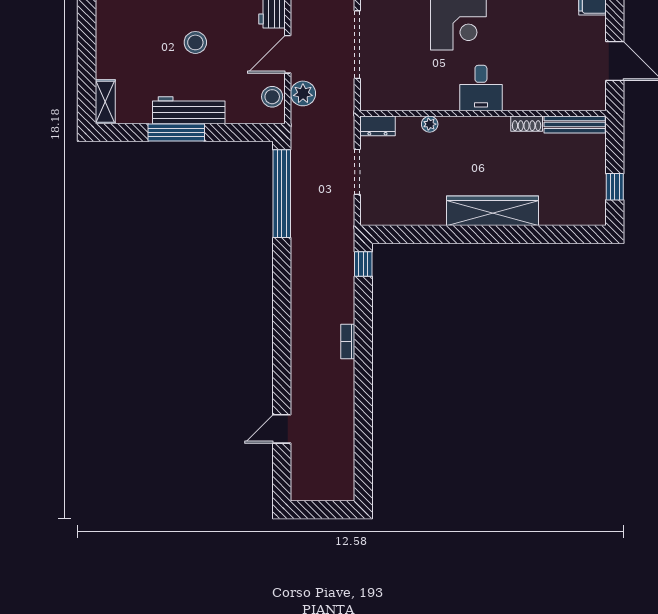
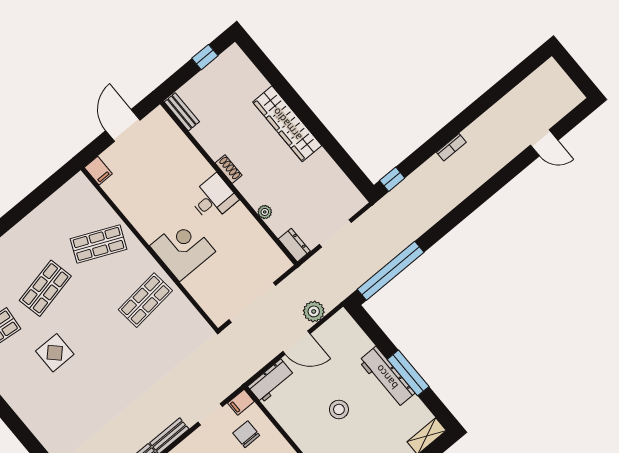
stool: (272, 97) -> (333, 330), removed
shoe rack: (527, 124) -> (229, 169), moved
bench: (575, 125) -> (182, 112), width x0.73

